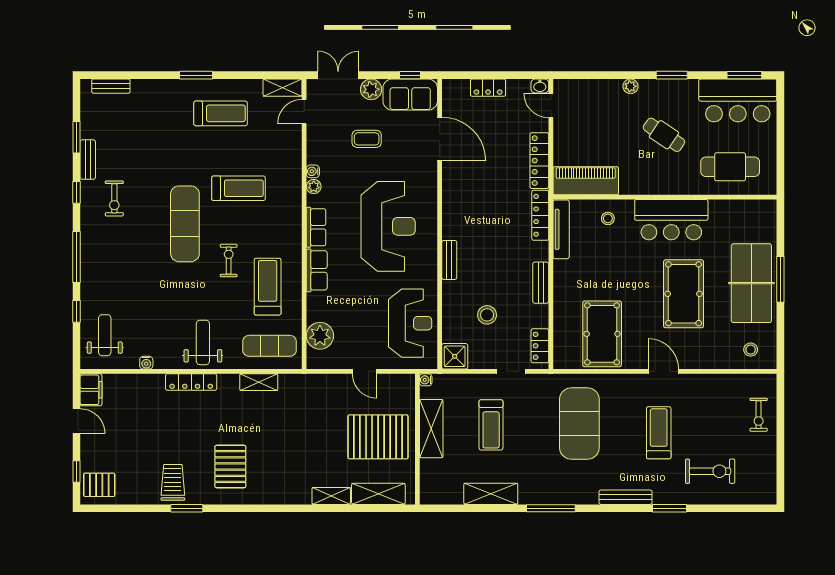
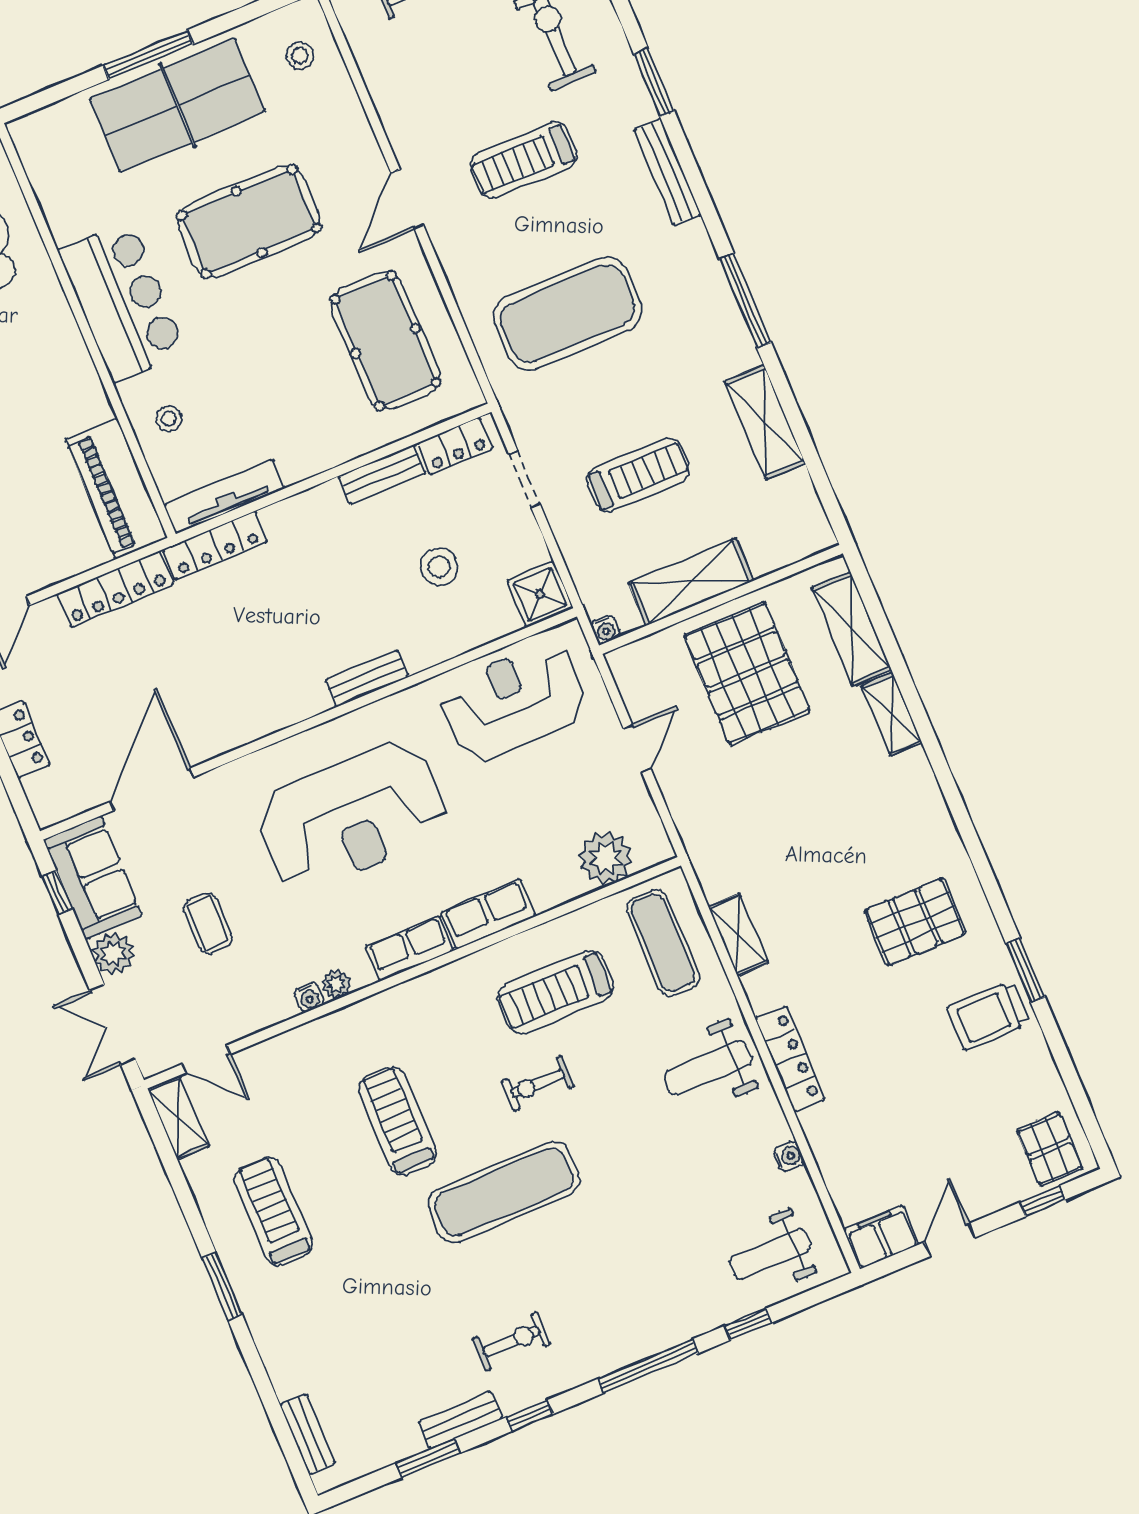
reception desk: (388, 226) -> (352, 817), turned 180
bench: (541, 283) -> (382, 475), moved
pool table: (602, 334) -> (385, 341), turned 90

